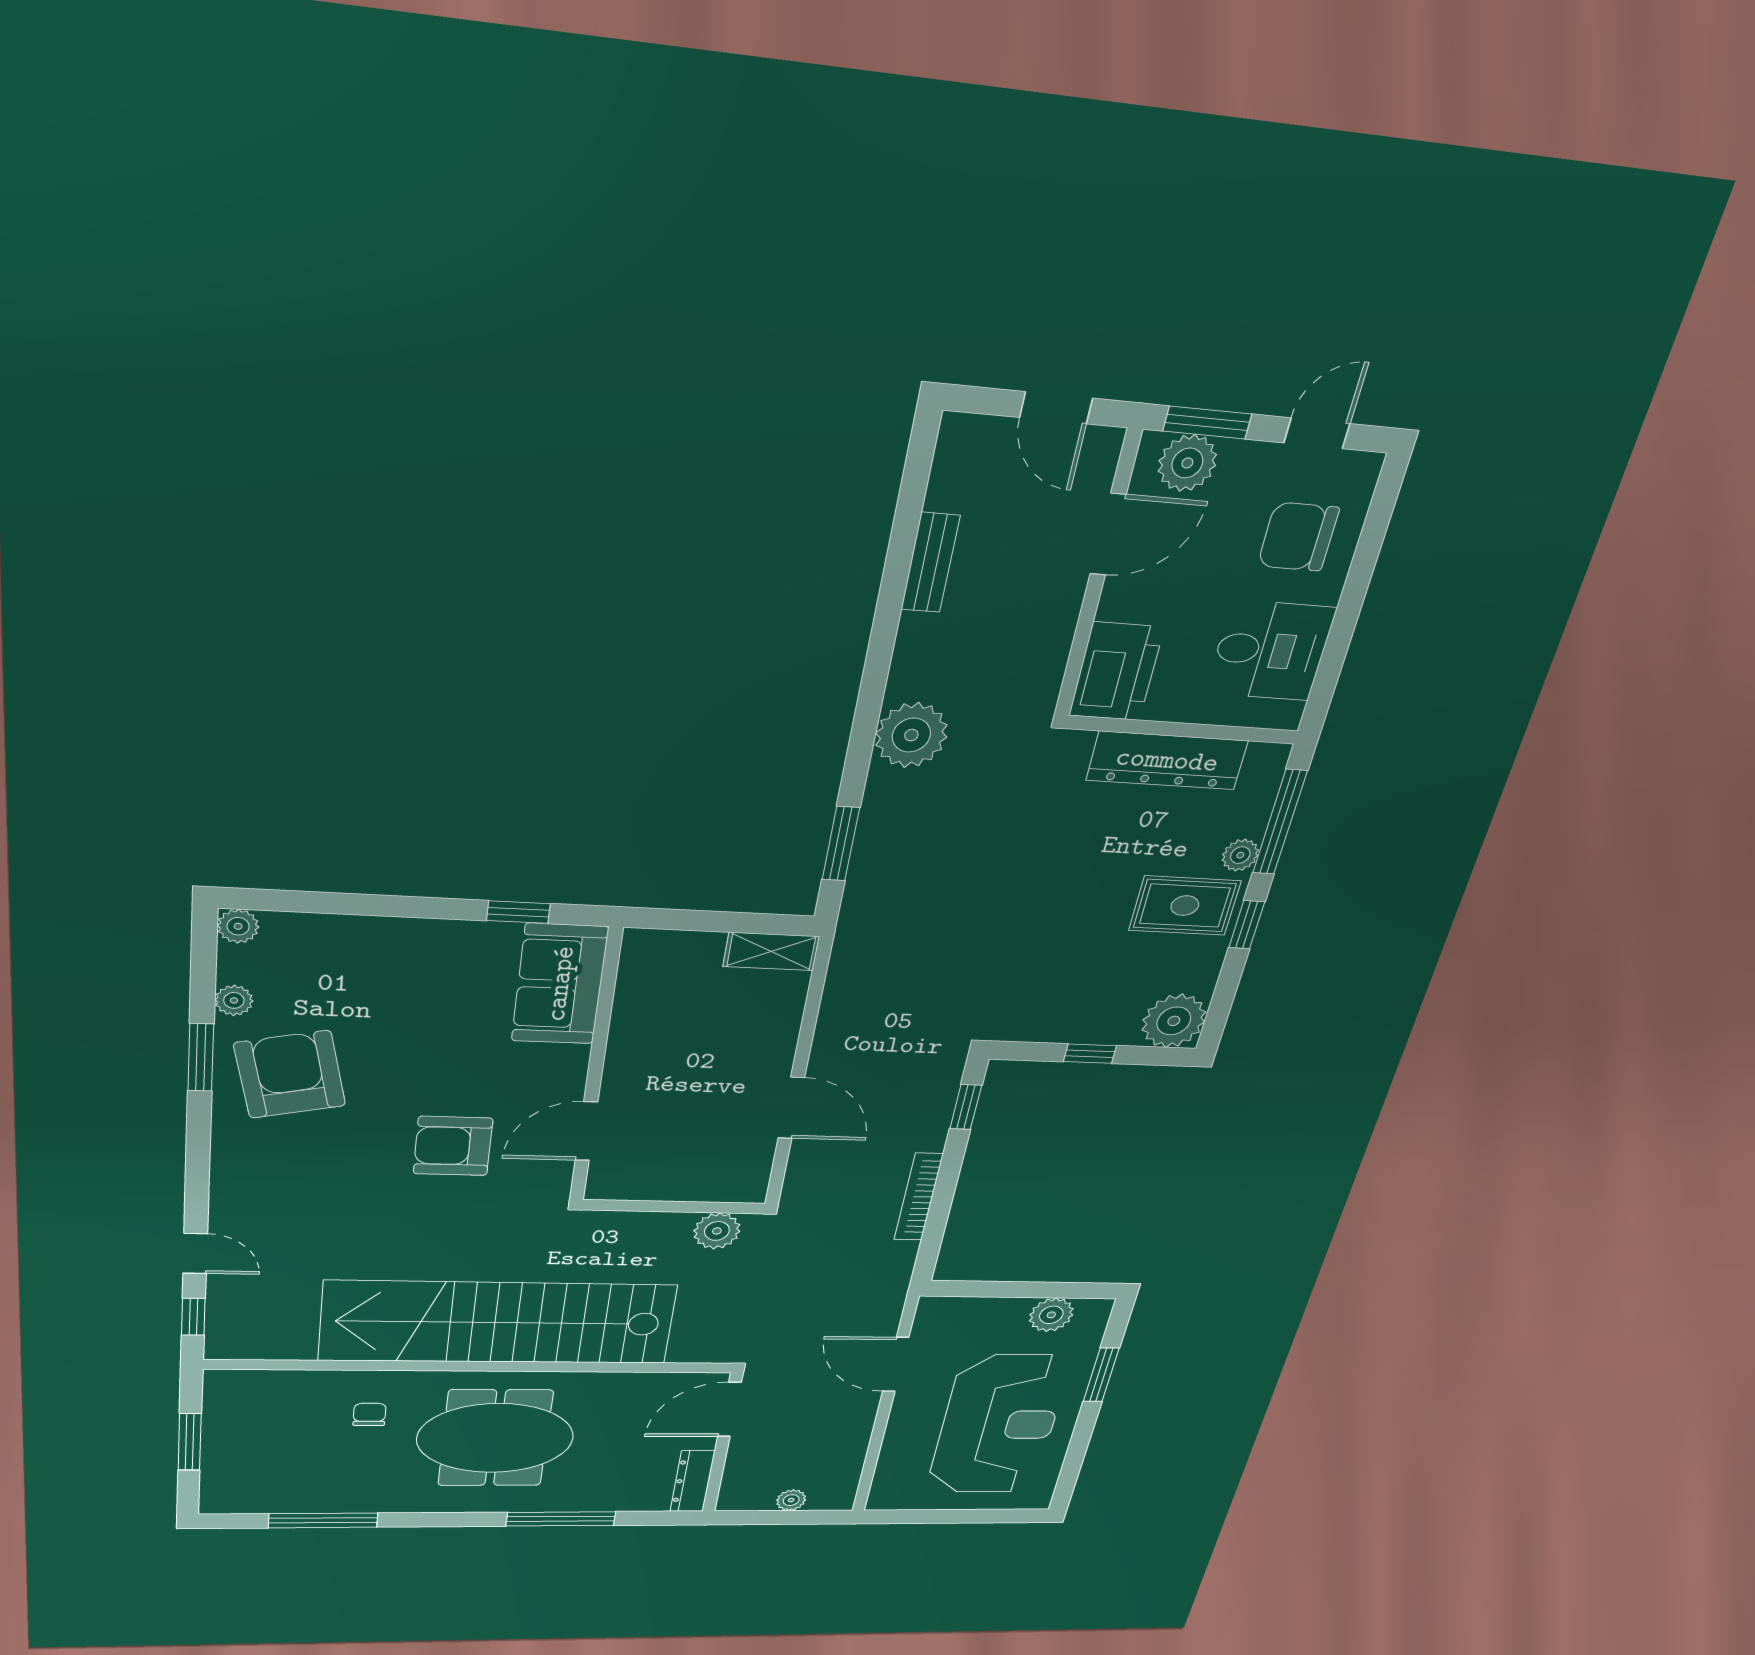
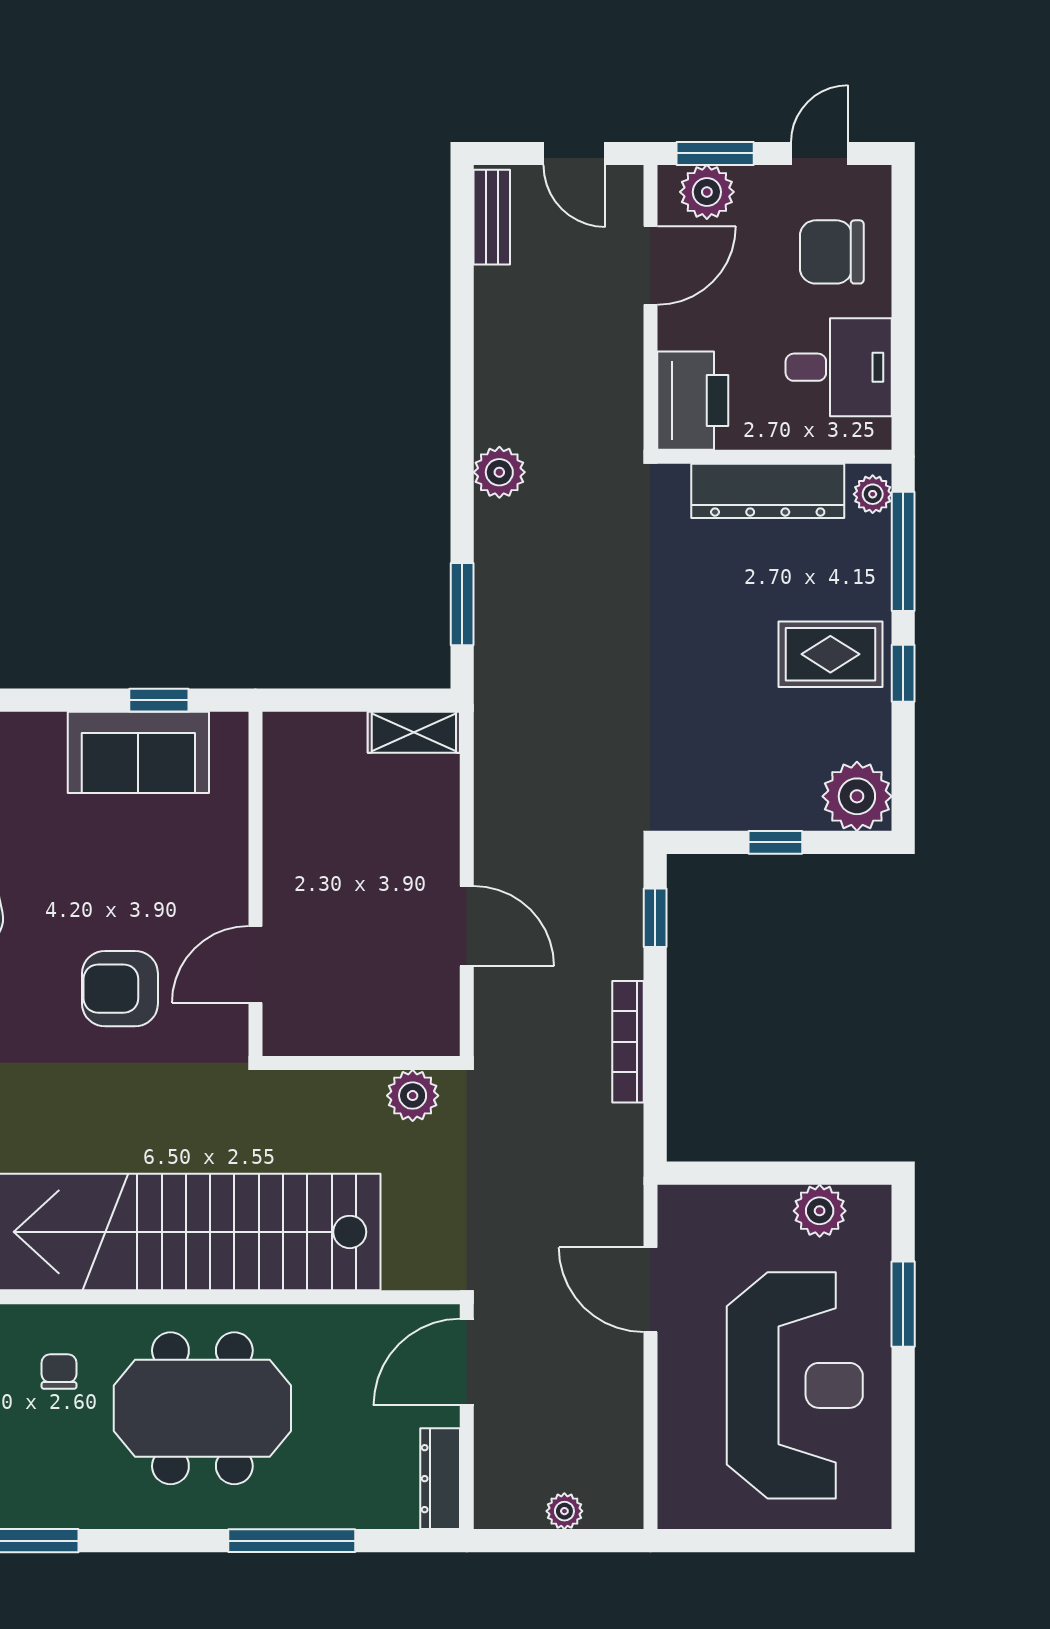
bench: (930, 563) -> (492, 217), moved
plant: (911, 735) -> (499, 472), width x0.73, depth x0.73
plant: (1240, 855) -> (873, 494), moved
sofa: (560, 984) -> (138, 752), moved, turned -90

